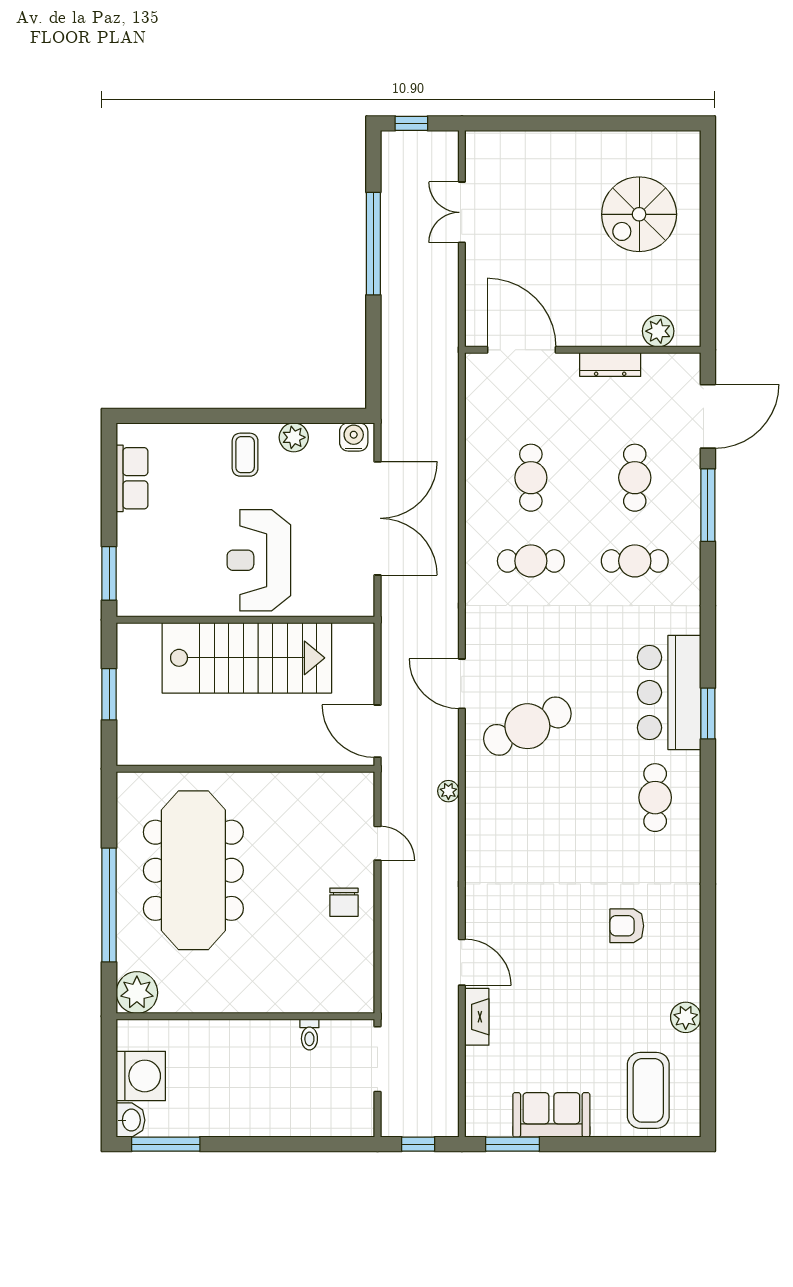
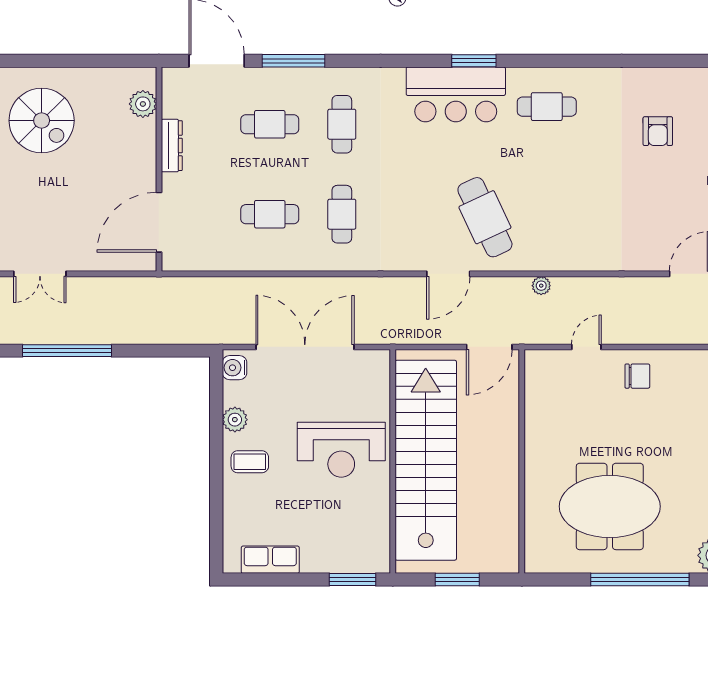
stairs: (247, 658) -> (426, 460), width x1.36
meeting table: (193, 870) -> (610, 506), width x0.73

